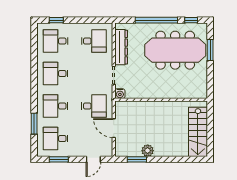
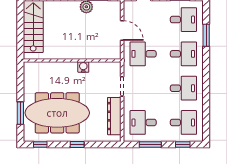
window: (87, 20) -> (150, 144), added
window: (156, 20) -> (77, 144), width x0.32
water cooler: (120, 94) -> (83, 67), moved

